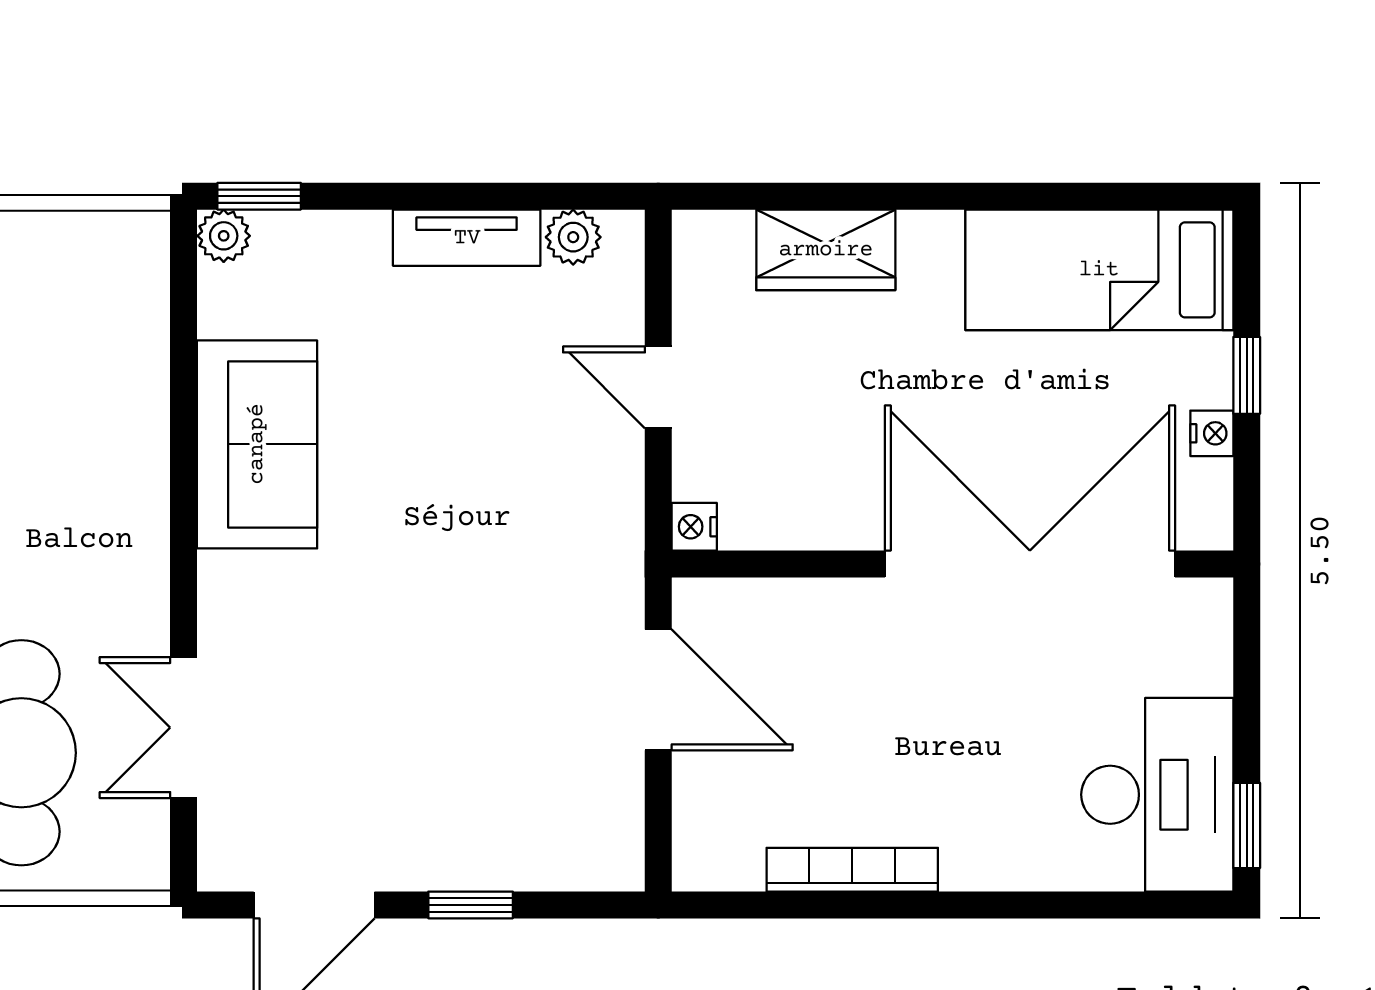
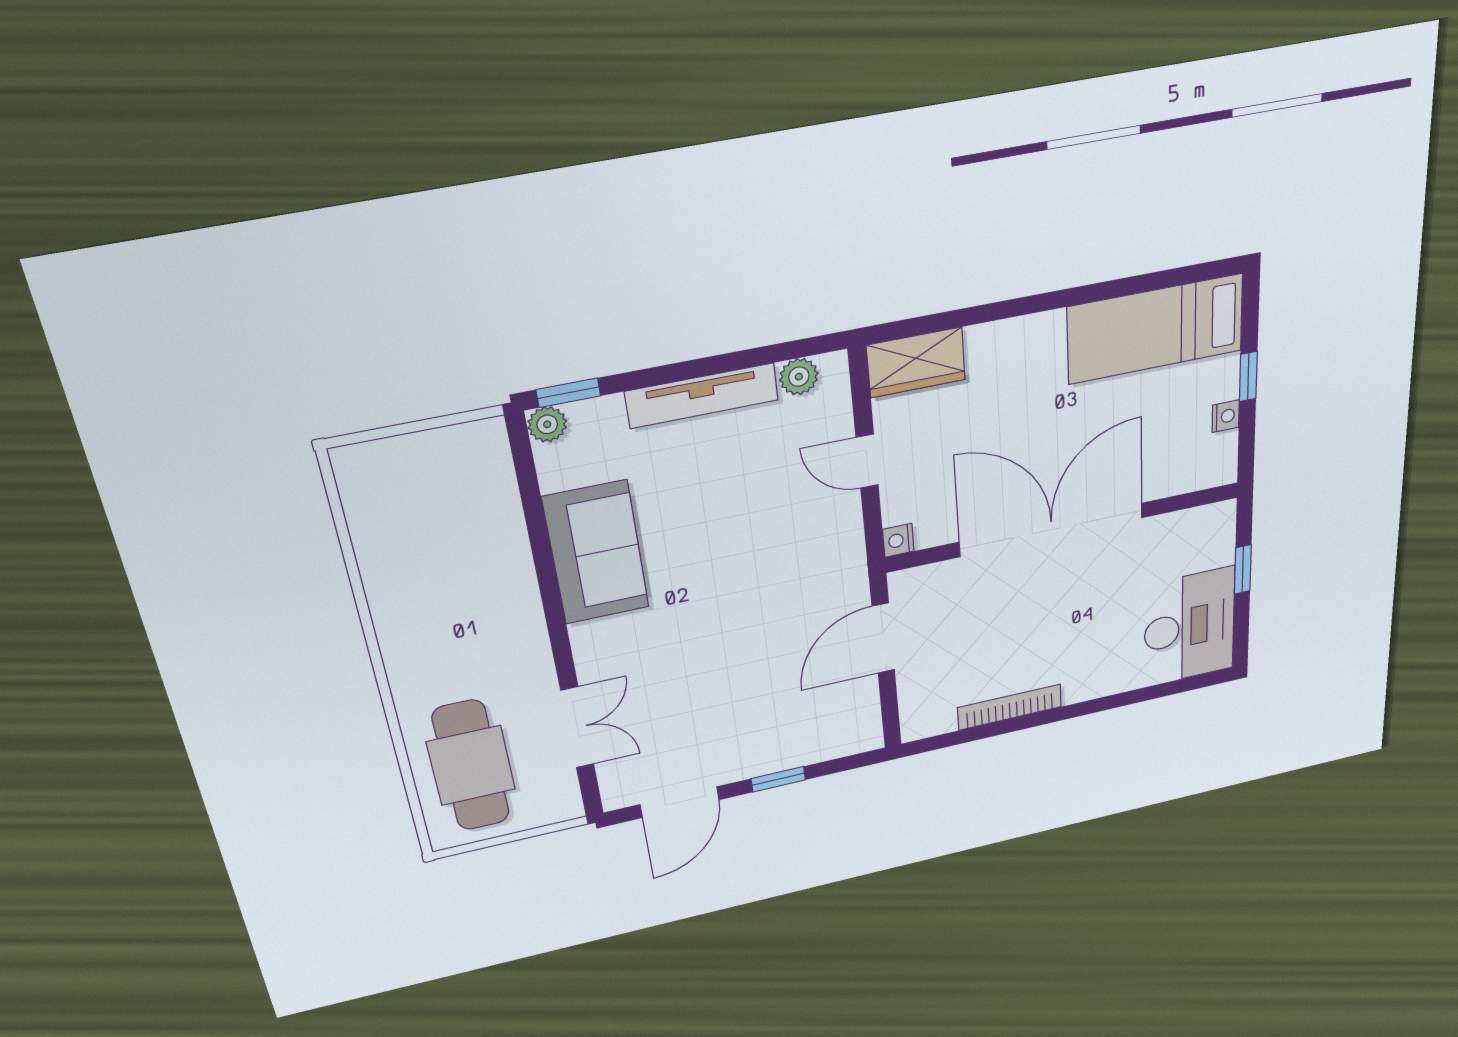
tv unit: (467, 238) -> (702, 396), width x1.41
wardrobe: (826, 250) -> (916, 362), moved
double door: (1030, 564) -> (1051, 530), moved
door: (658, 690) -> (883, 638), swing flipped
double door: (184, 728) -> (577, 727), swing flipped
window: (1247, 825) -> (1243, 569), moved

